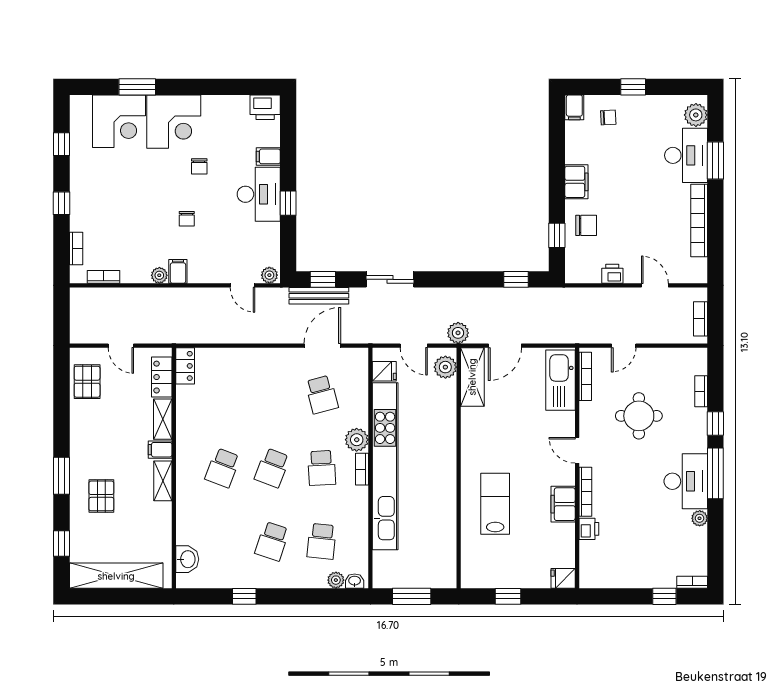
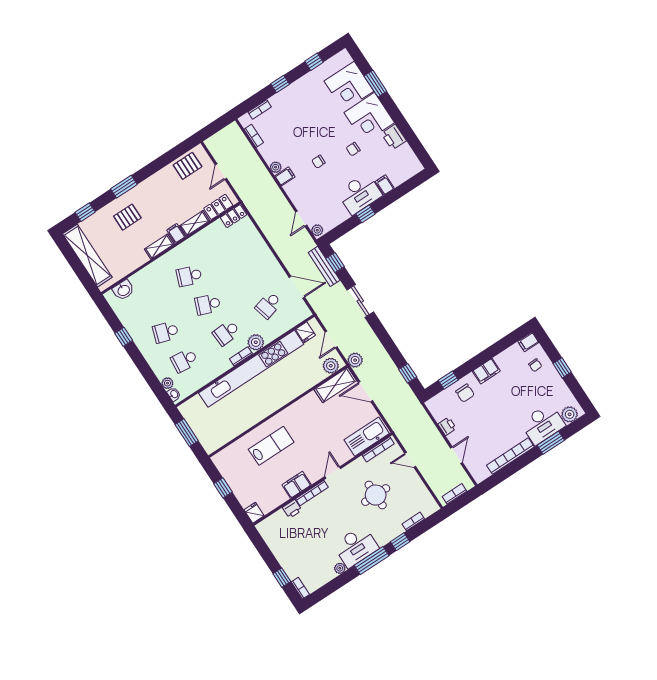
printer: (265, 107) -> (394, 137), moved

